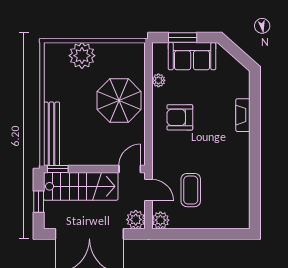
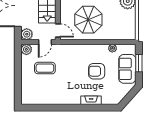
parasol: (119, 100) -> (88, 20), moved
armchair: (180, 117) -> (97, 71), moved, turned -90

